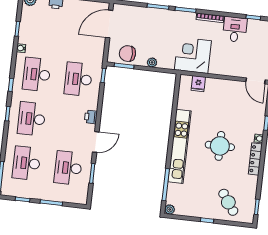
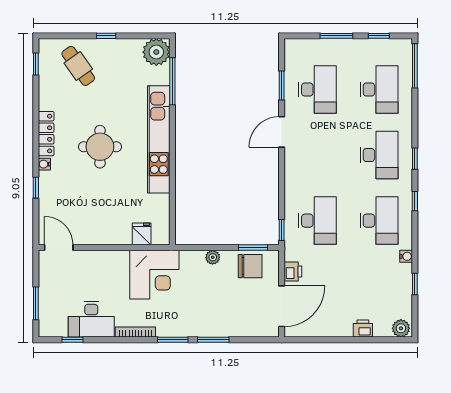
desk: (235, 29) -> (91, 319), width x1.37
printer: (91, 117) -> (293, 271), moved
plant: (170, 209) -> (156, 52), width x1.88, depth x1.88

